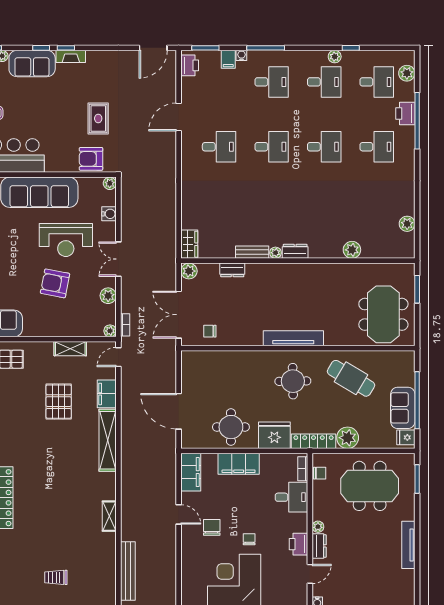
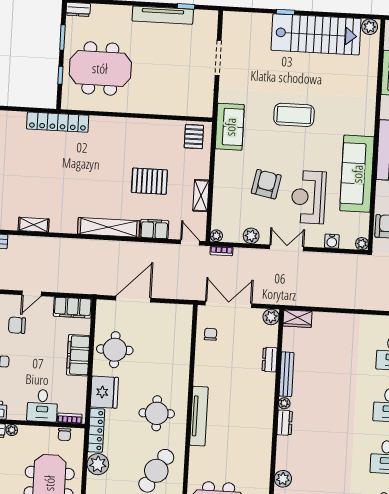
bench: (252, 252) -> (286, 374), width x1.36
chair: (212, 527) -> (17, 325), turned 180

